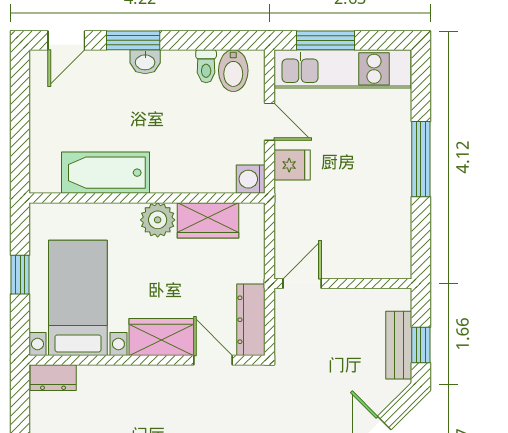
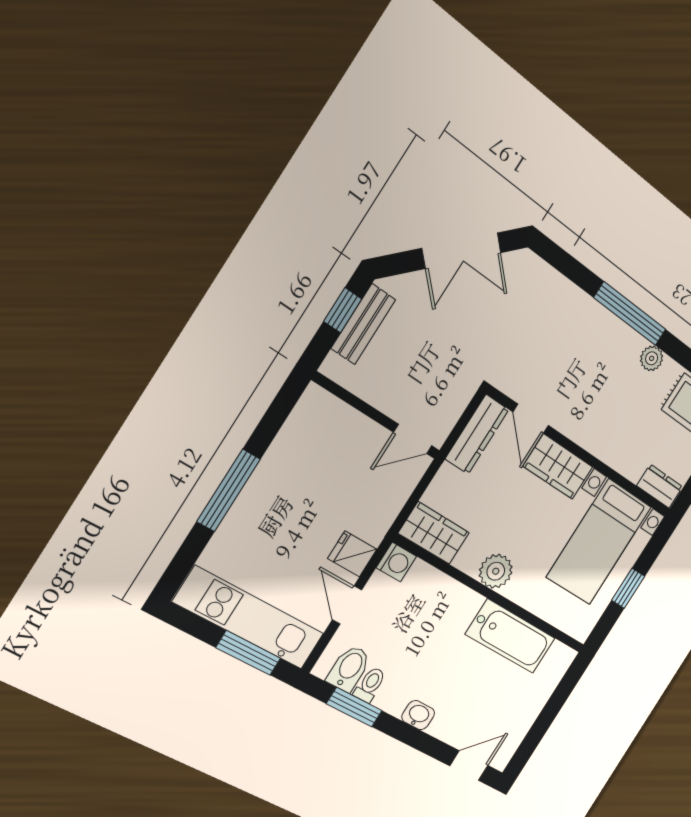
window: (133, 40) -> (354, 707), moved
wardrobe: (208, 220) -> (434, 533), moved

